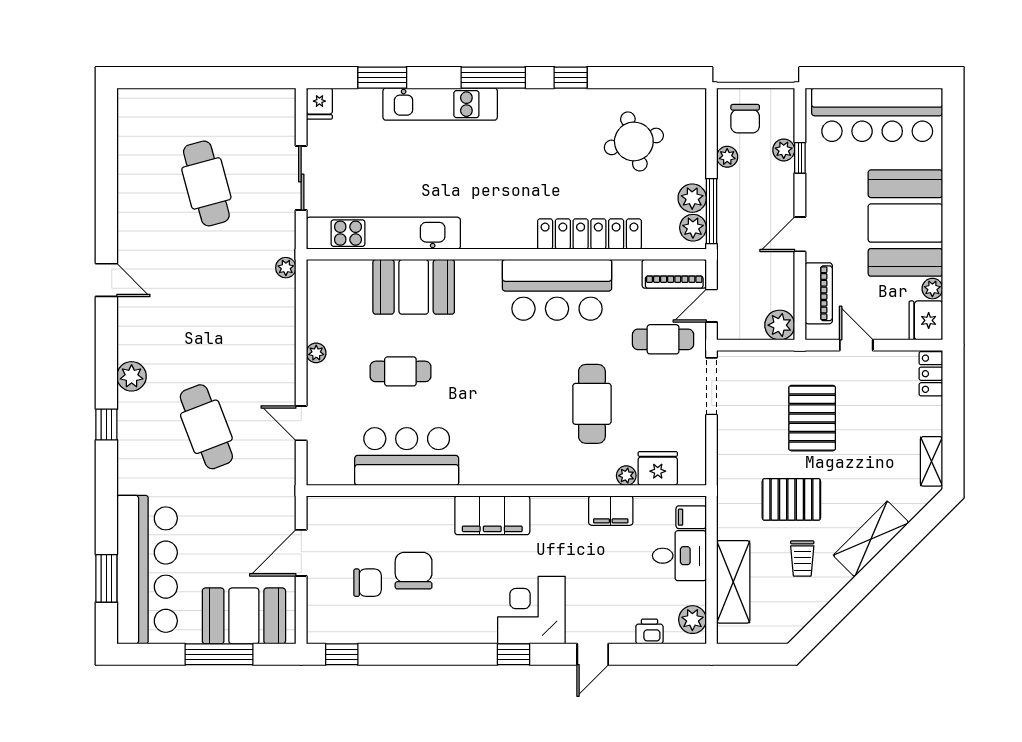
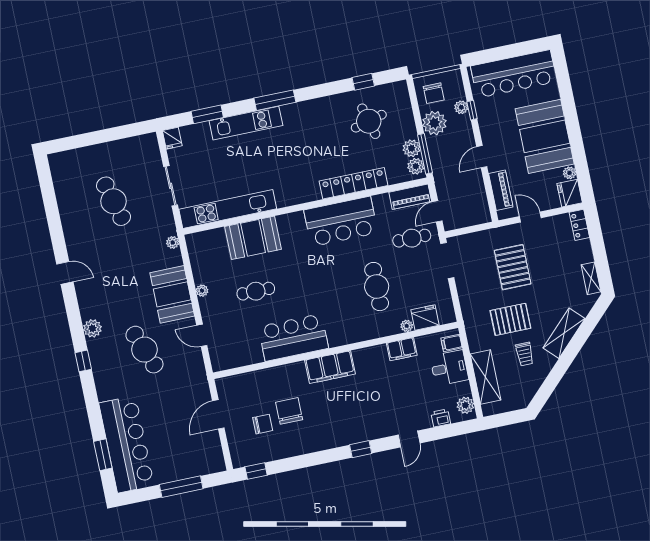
window: (571, 78) -> (363, 82), moved
plant: (727, 157) -> (434, 123), width x1.87, depth x1.87
plant: (780, 325) -> (481, 215), removed
bar counter: (407, 457) -> (293, 337), moved
corner desk: (531, 610) -> (366, 420), removed
booth: (244, 616) -> (172, 294), moved, turned 90

